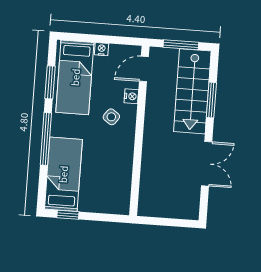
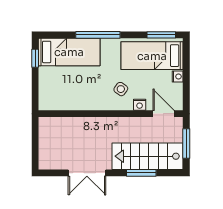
window: (50, 82) -> (161, 35), moved

